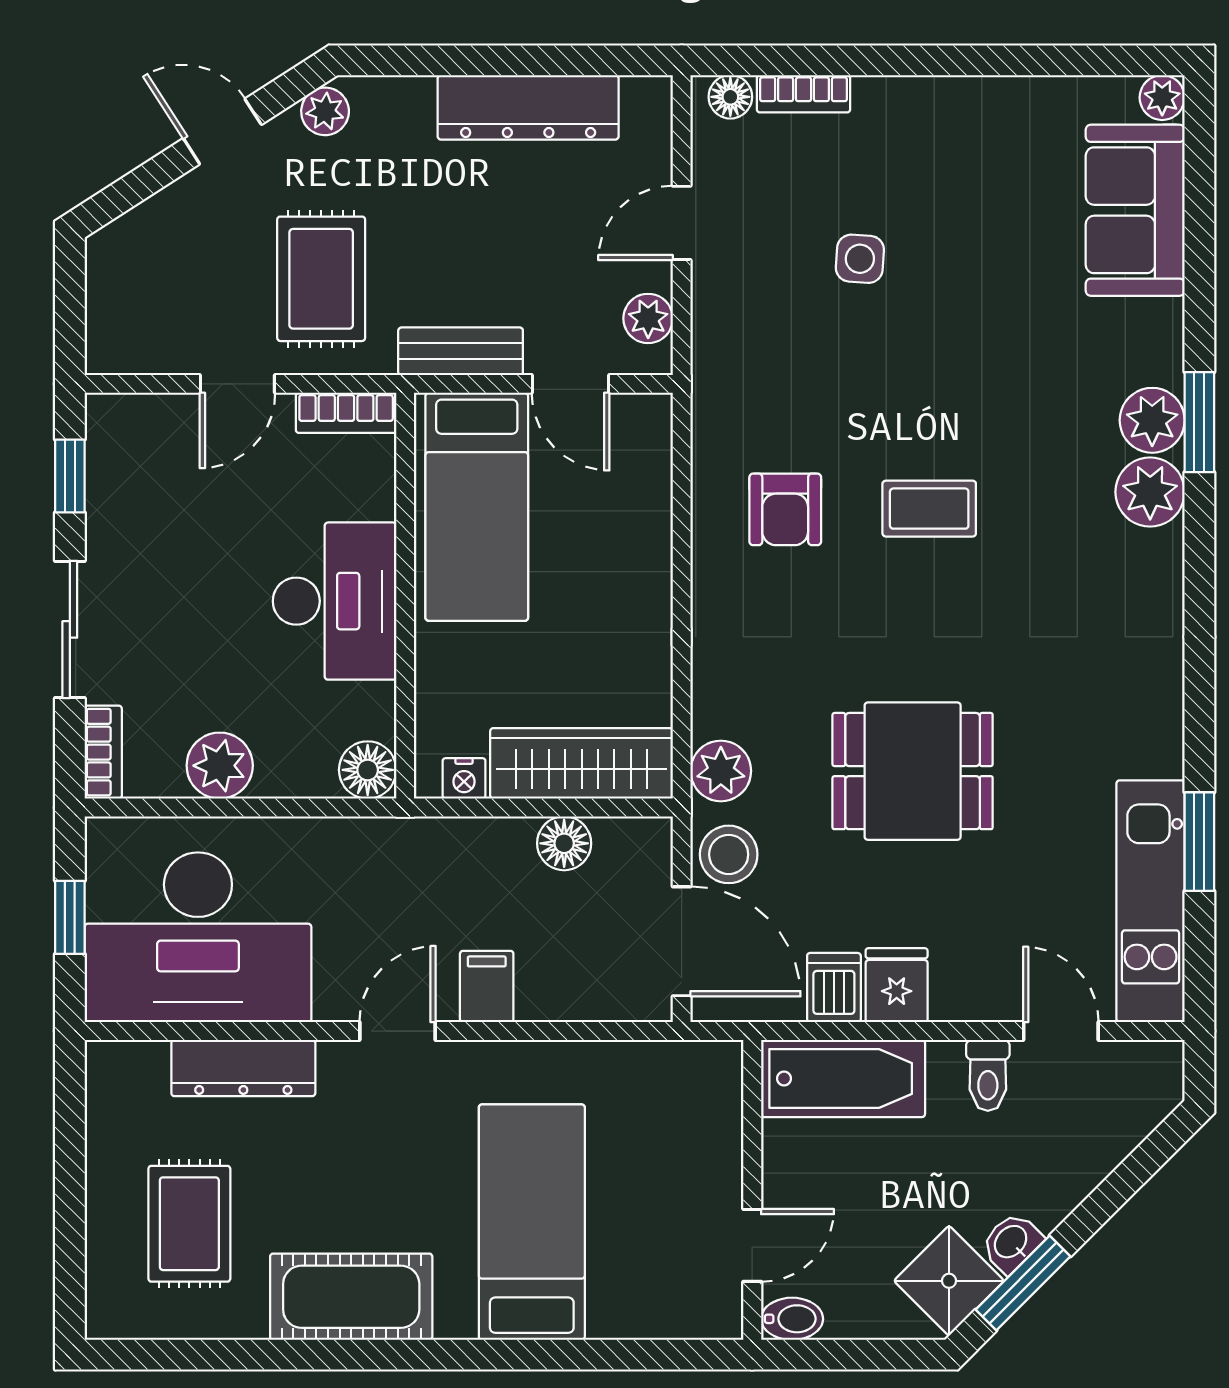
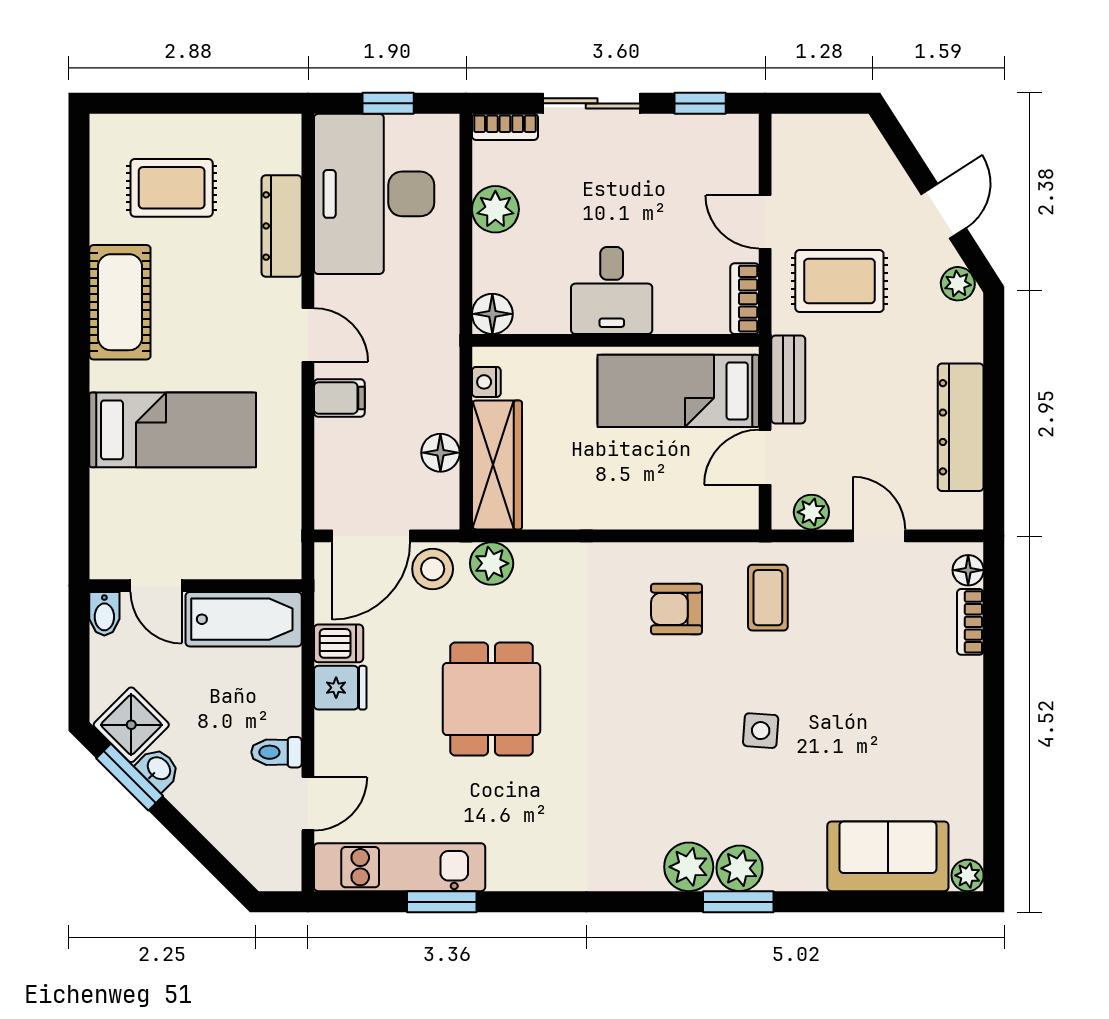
side table: (860, 259) -> (761, 731), moved
coffee table: (929, 509) -> (768, 598), moved
desk: (335, 601) -> (612, 290), width x0.73
bathtub: (843, 1078) -> (244, 619), moved, turned -90

